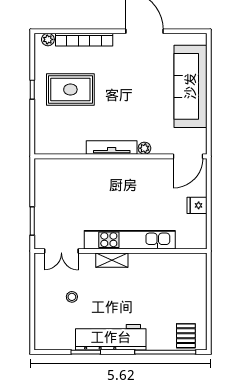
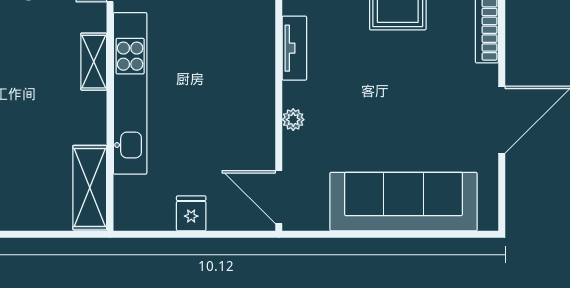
tv unit: (112, 148) -> (294, 48), width x0.71
shelving: (183, 262) -> (90, 188), added

